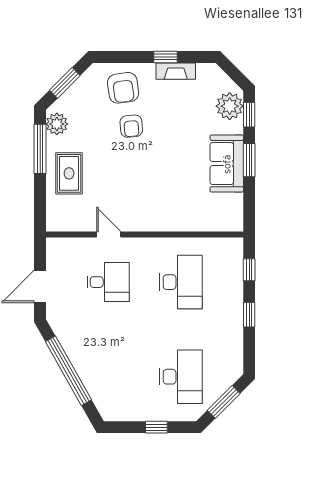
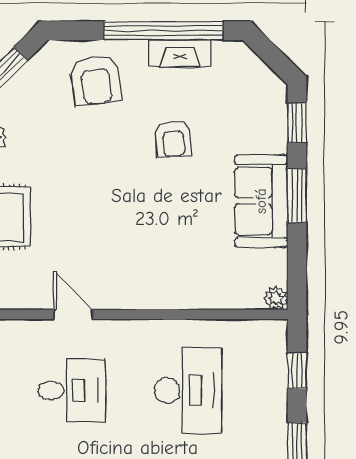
window: (165, 57) -> (163, 31), width x3.17
plant: (230, 106) -> (276, 298), moved, width x0.53, depth x0.53
armchair: (131, 126) -> (173, 139), moved

